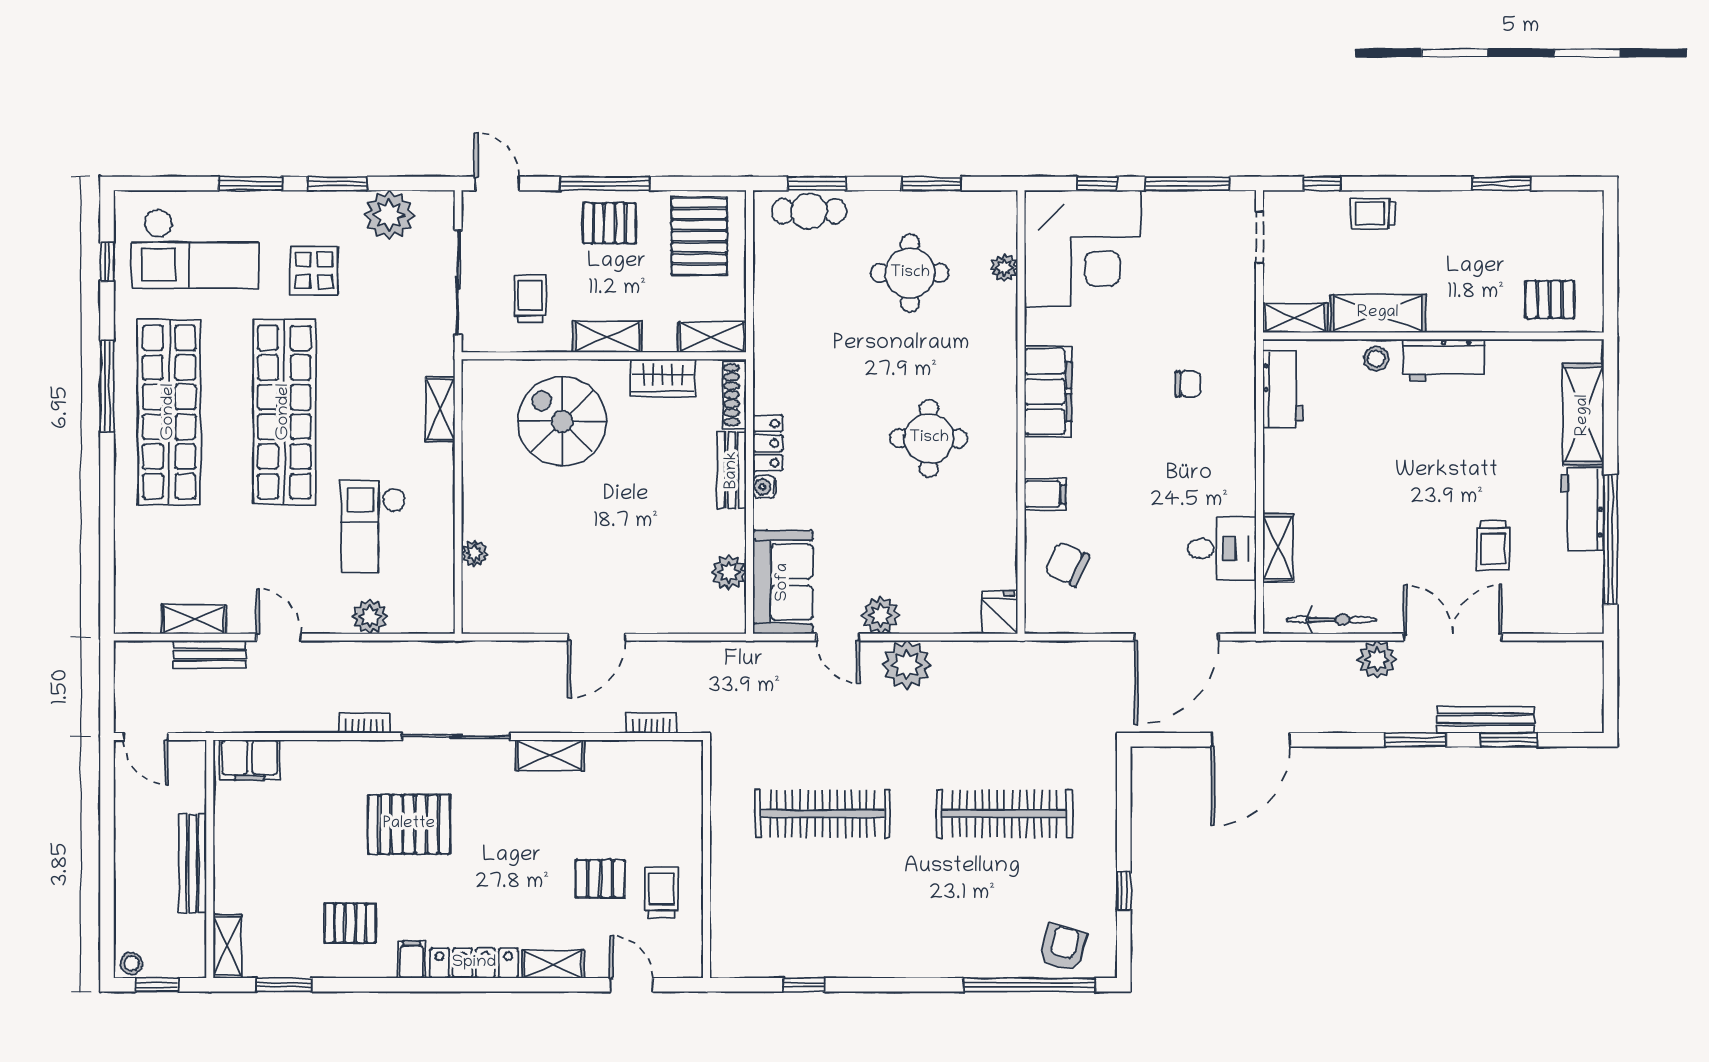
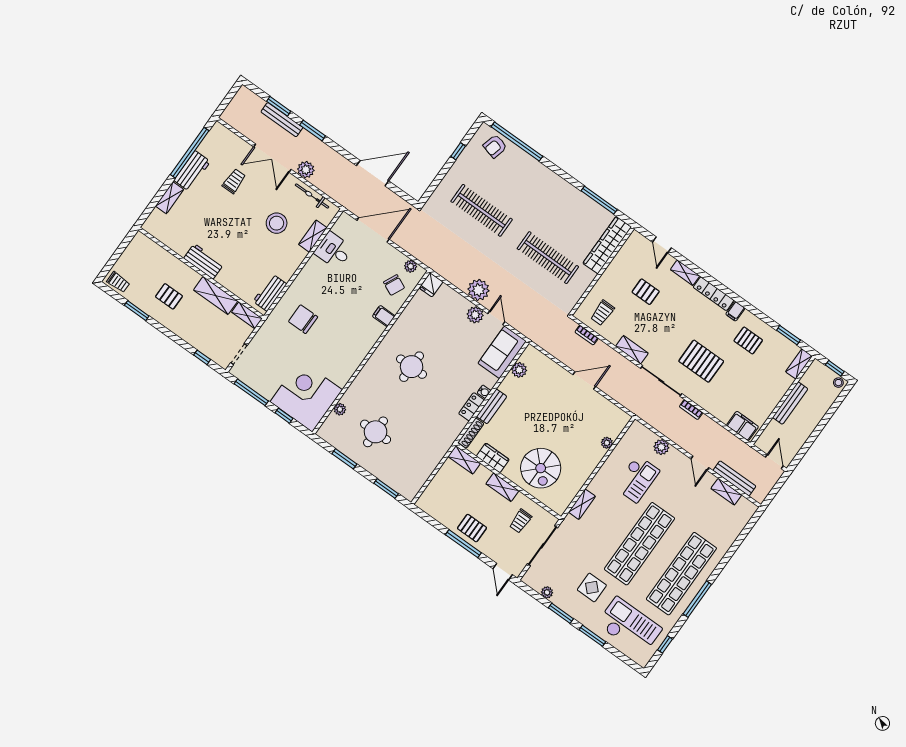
cafe table: (809, 211) -> (396, 481), removed
trolley: (1373, 214) -> (118, 282), moved
plant: (389, 215) -> (547, 592), width x0.53, depth x0.53
pallet: (699, 236) -> (443, 500), removed
pallet: (1550, 299) -> (169, 296), moved
stool: (1376, 359) -> (277, 223), moved, width x1.89, depth x1.89
chair: (1188, 384) -> (303, 319), width x1.87, depth x1.87
filing cabinet: (1048, 392) -> (356, 353), removed
shelving: (1583, 415) -> (170, 198), width x0.67, depth x0.75
plant: (1061, 620) -> (411, 266), added
bench: (210, 654) -> (734, 478), width x1.36
trolley: (661, 893) -> (602, 313), moved
wardrobe: (731, 913) -> (607, 245), added
window: (804, 985) -> (599, 200), width x2.17

